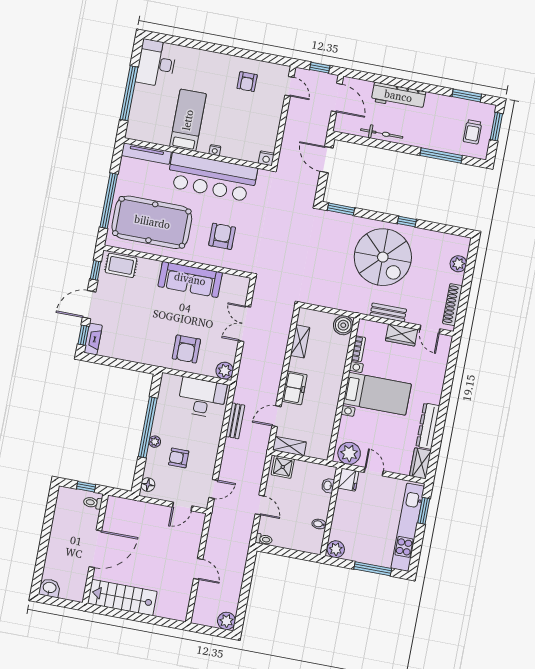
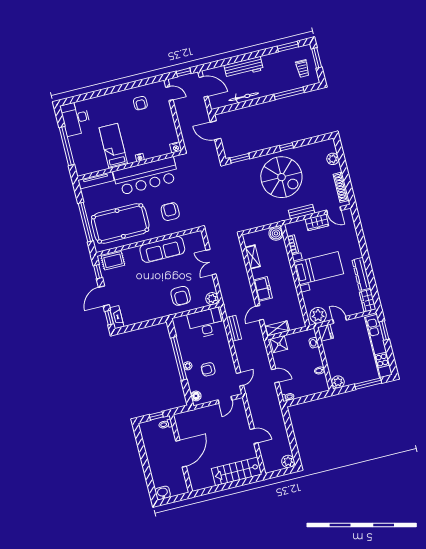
stairs: (122, 597) -> (237, 471), moved

